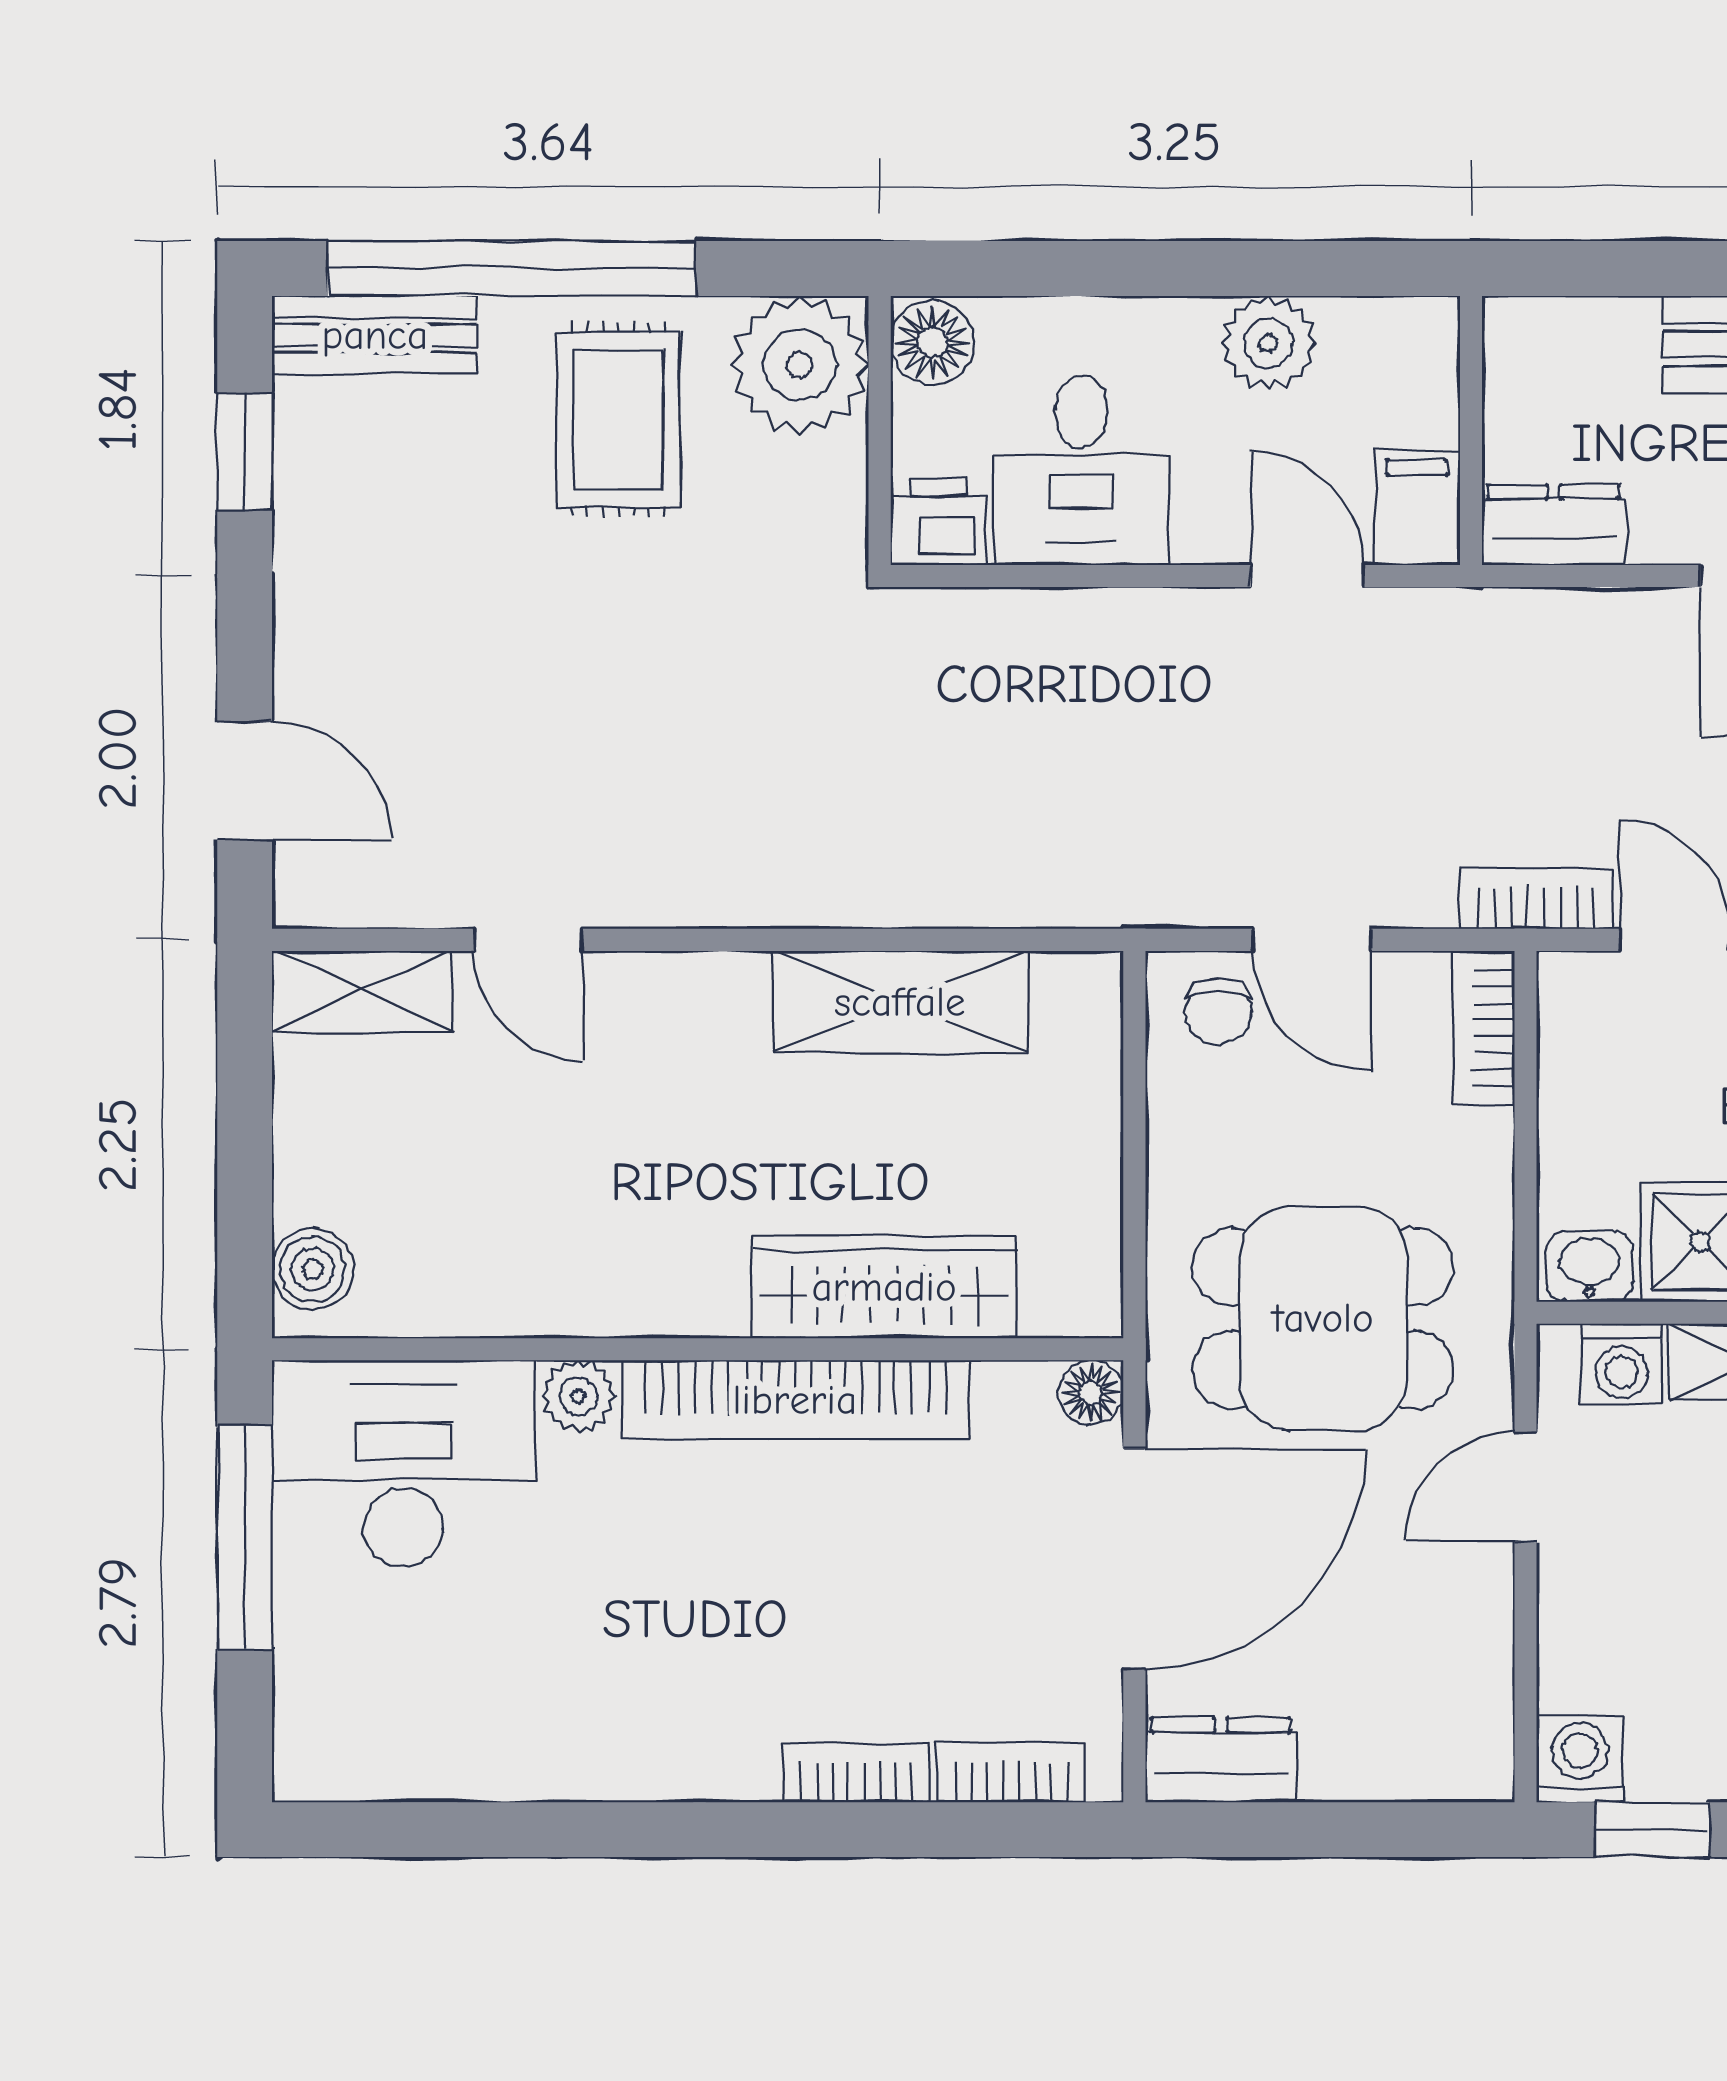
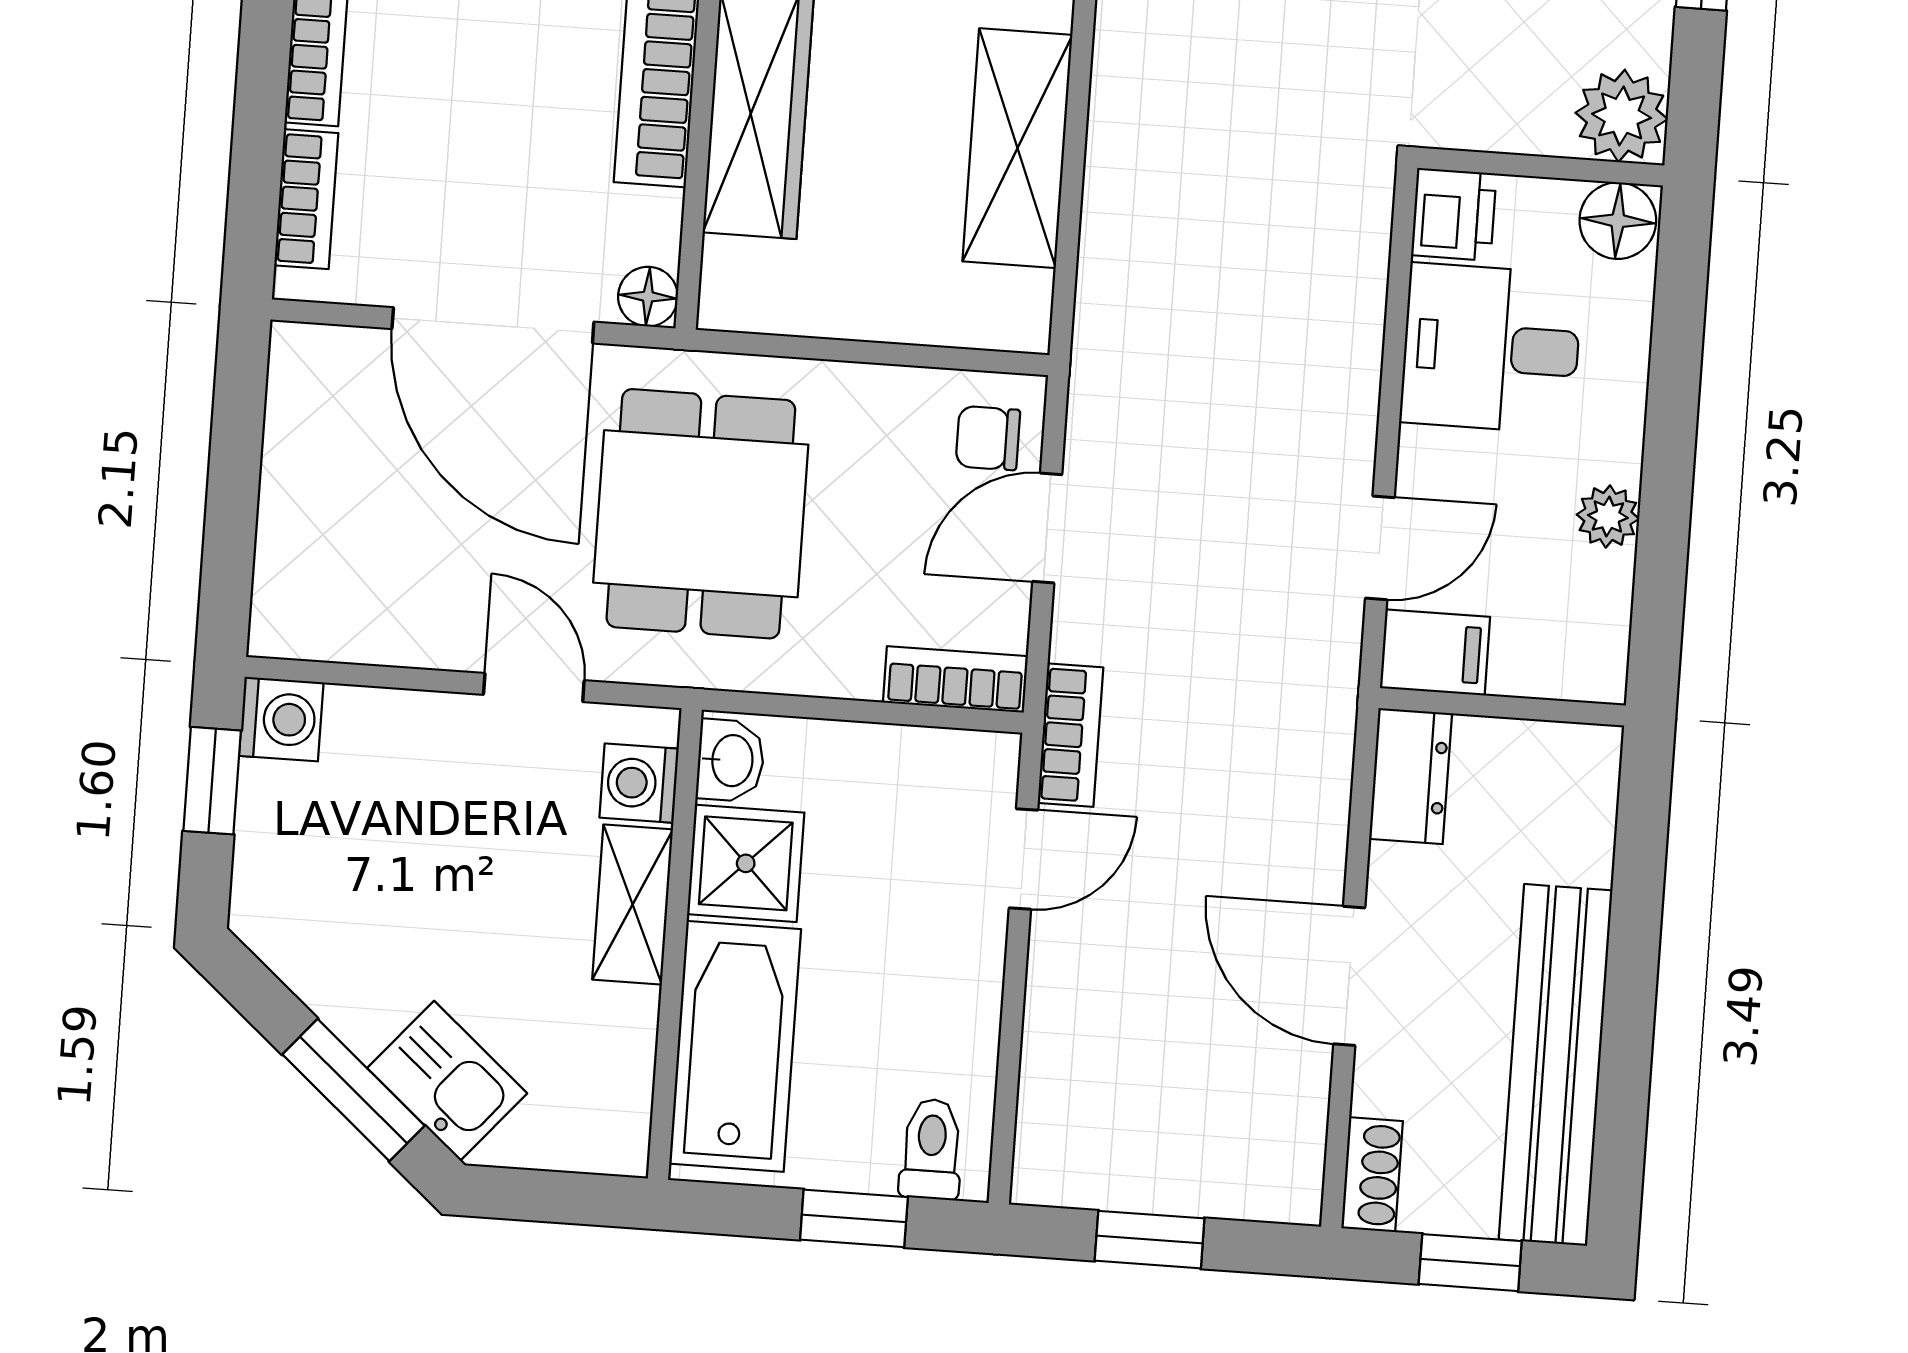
plant: (1268, 343) -> (1608, 517), width x0.73, depth x0.73
plant: (800, 365) -> (1622, 116), width x0.73, depth x0.73
dresser: (1221, 1760) -> (304, 391), removed

